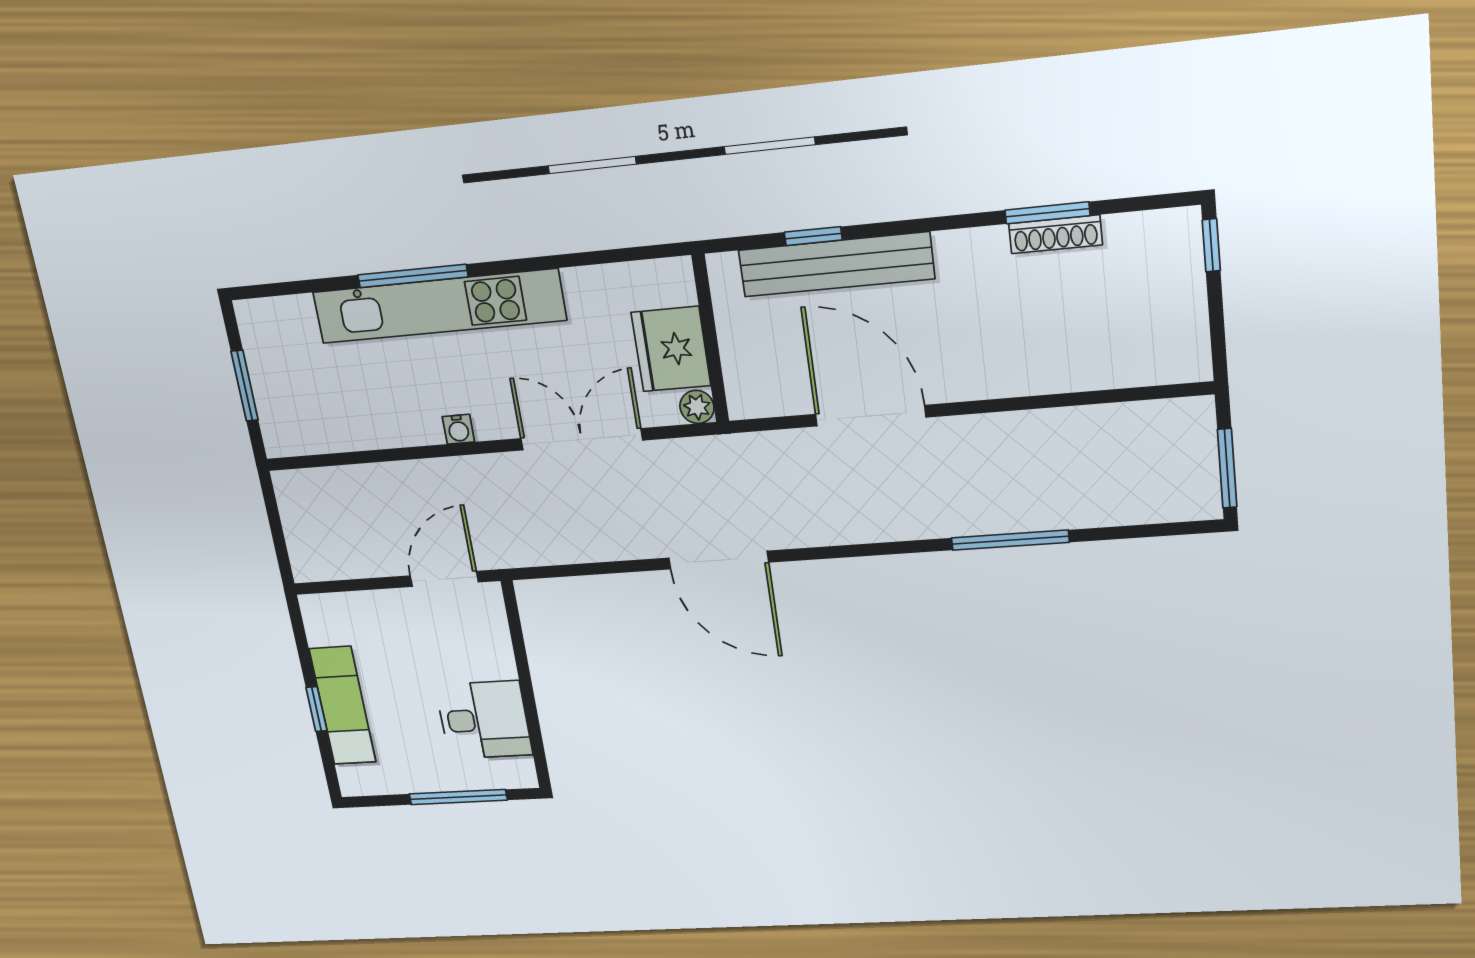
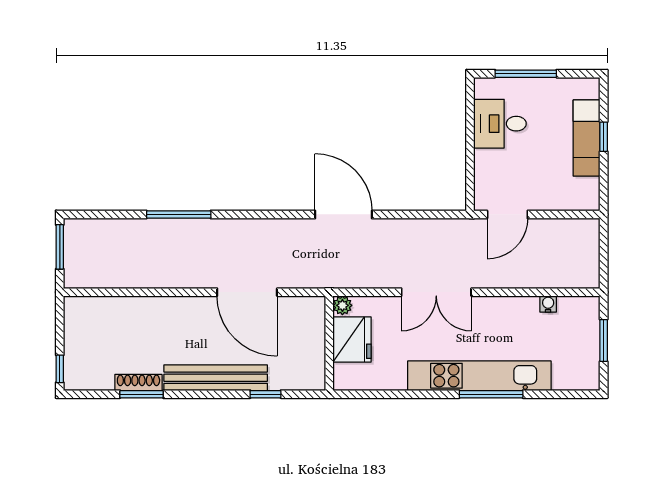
bench: (836, 264) -> (216, 378), moved
water cooler: (458, 429) -> (548, 304), moved
double door: (581, 439) -> (436, 292), moved

